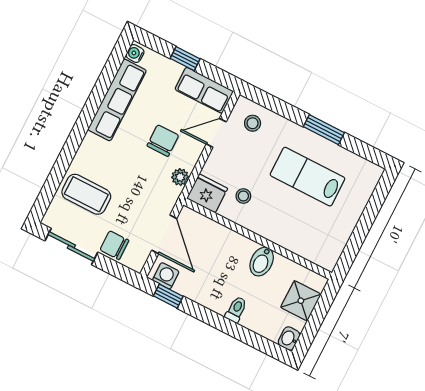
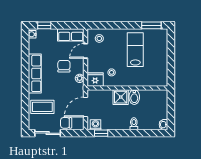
window: (185, 59) -> (44, 25), moved
row of seats: (117, 100) -> (35, 73), moved
window: (324, 130) -> (151, 25), moved
lab bench: (307, 177) -> (135, 50), turned 90
door: (164, 234) -> (86, 107), swing flipped
shower: (301, 301) -> (121, 97), moved

